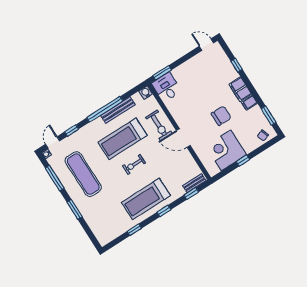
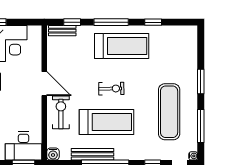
desk: (167, 87) -> (24, 146), width x1.37
window: (164, 211) -> (111, 22), width x2.17

